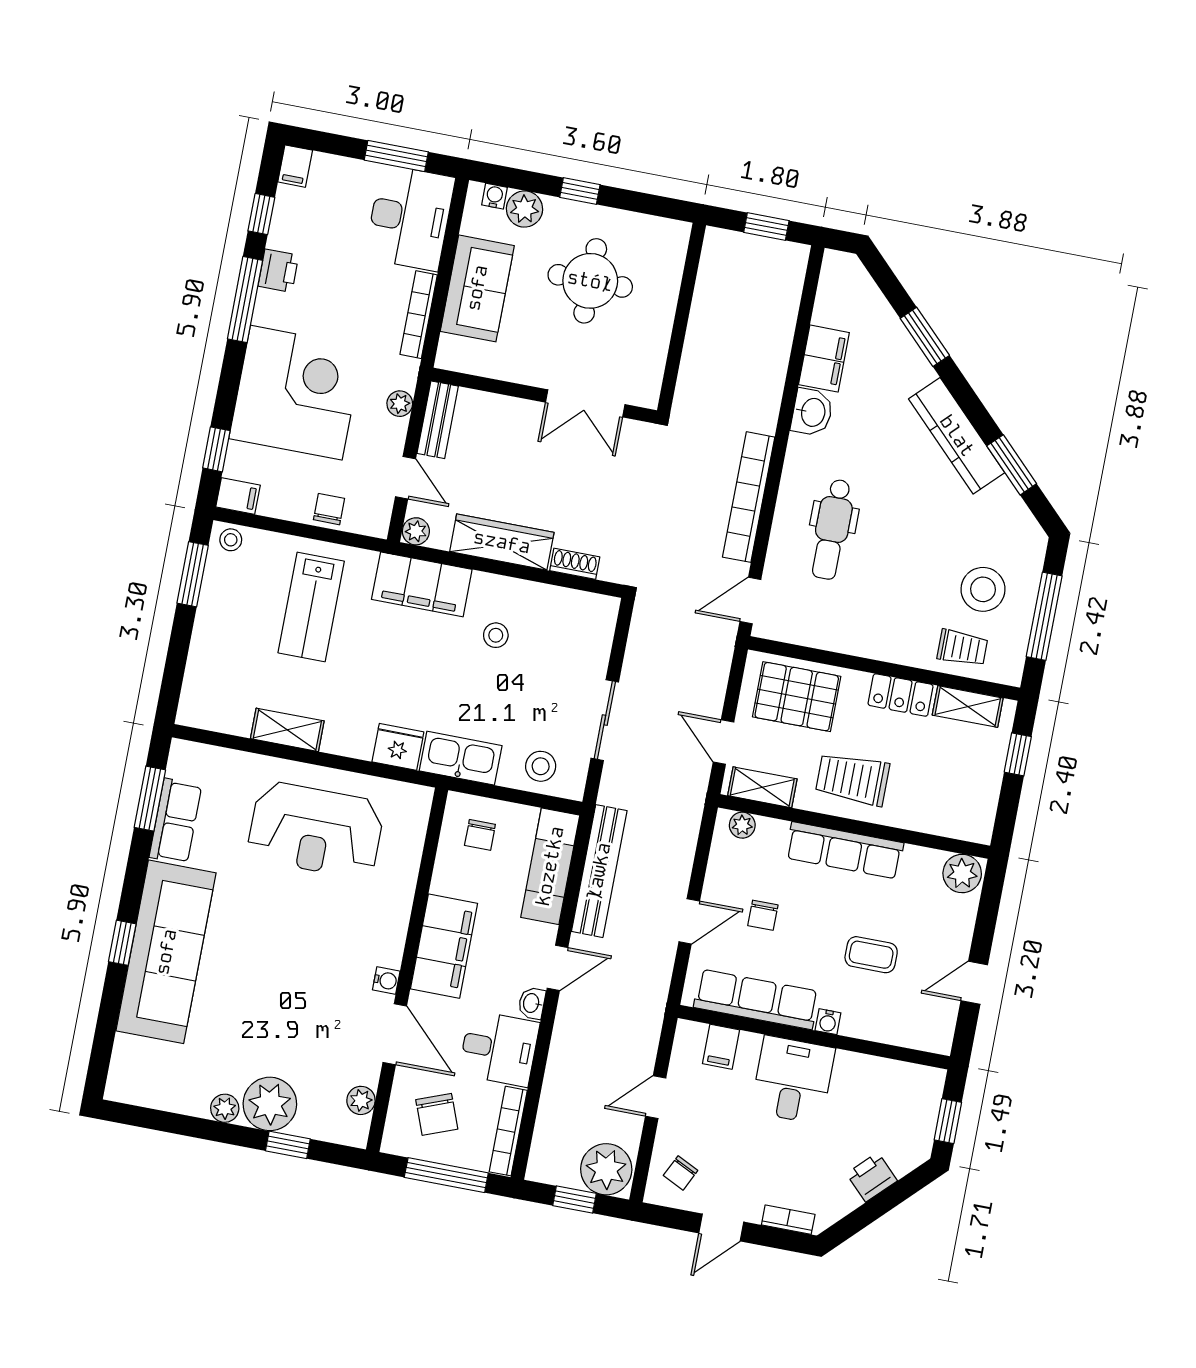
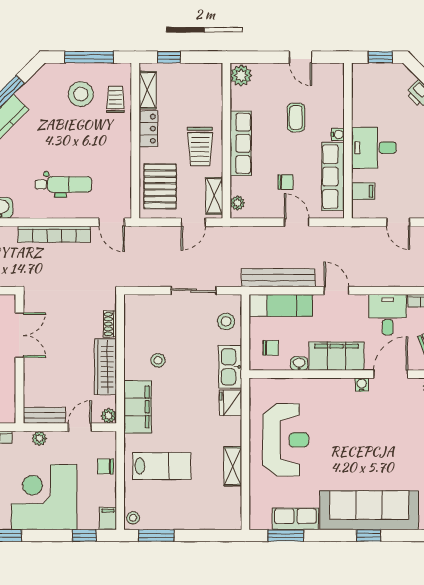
washbasin: (532, 1003) -> (299, 364), moved, turned 180

